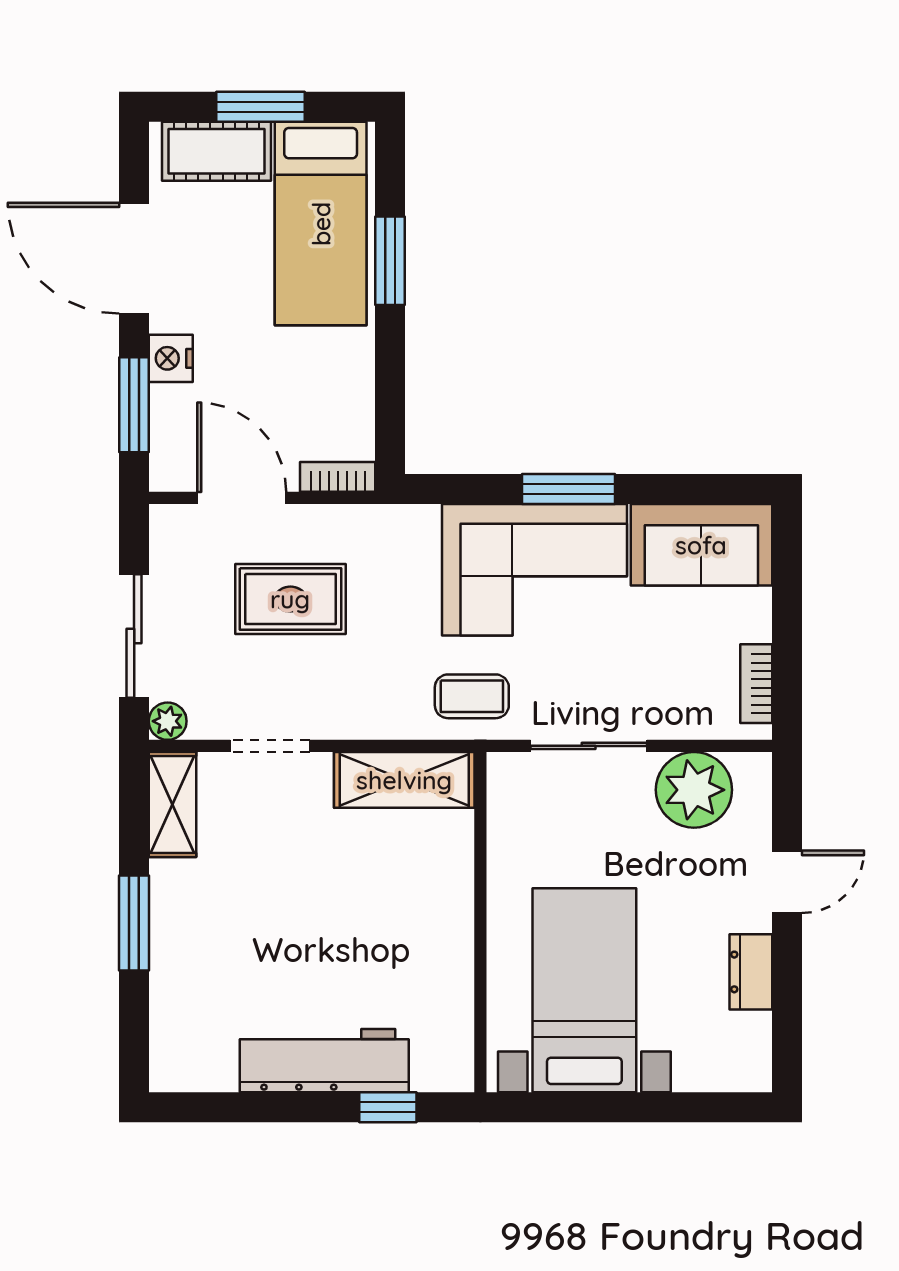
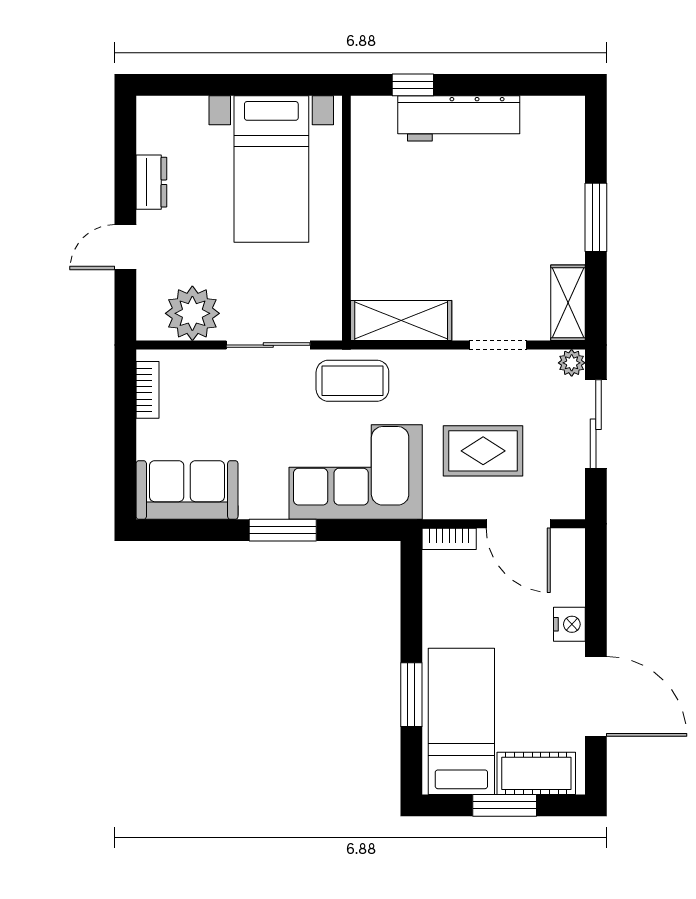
window: (134, 405) -> (596, 591), removed
corner sofa: (535, 570) -> (356, 472), moved
coffee table: (472, 696) -> (352, 381), width x1.36, depth x1.30

